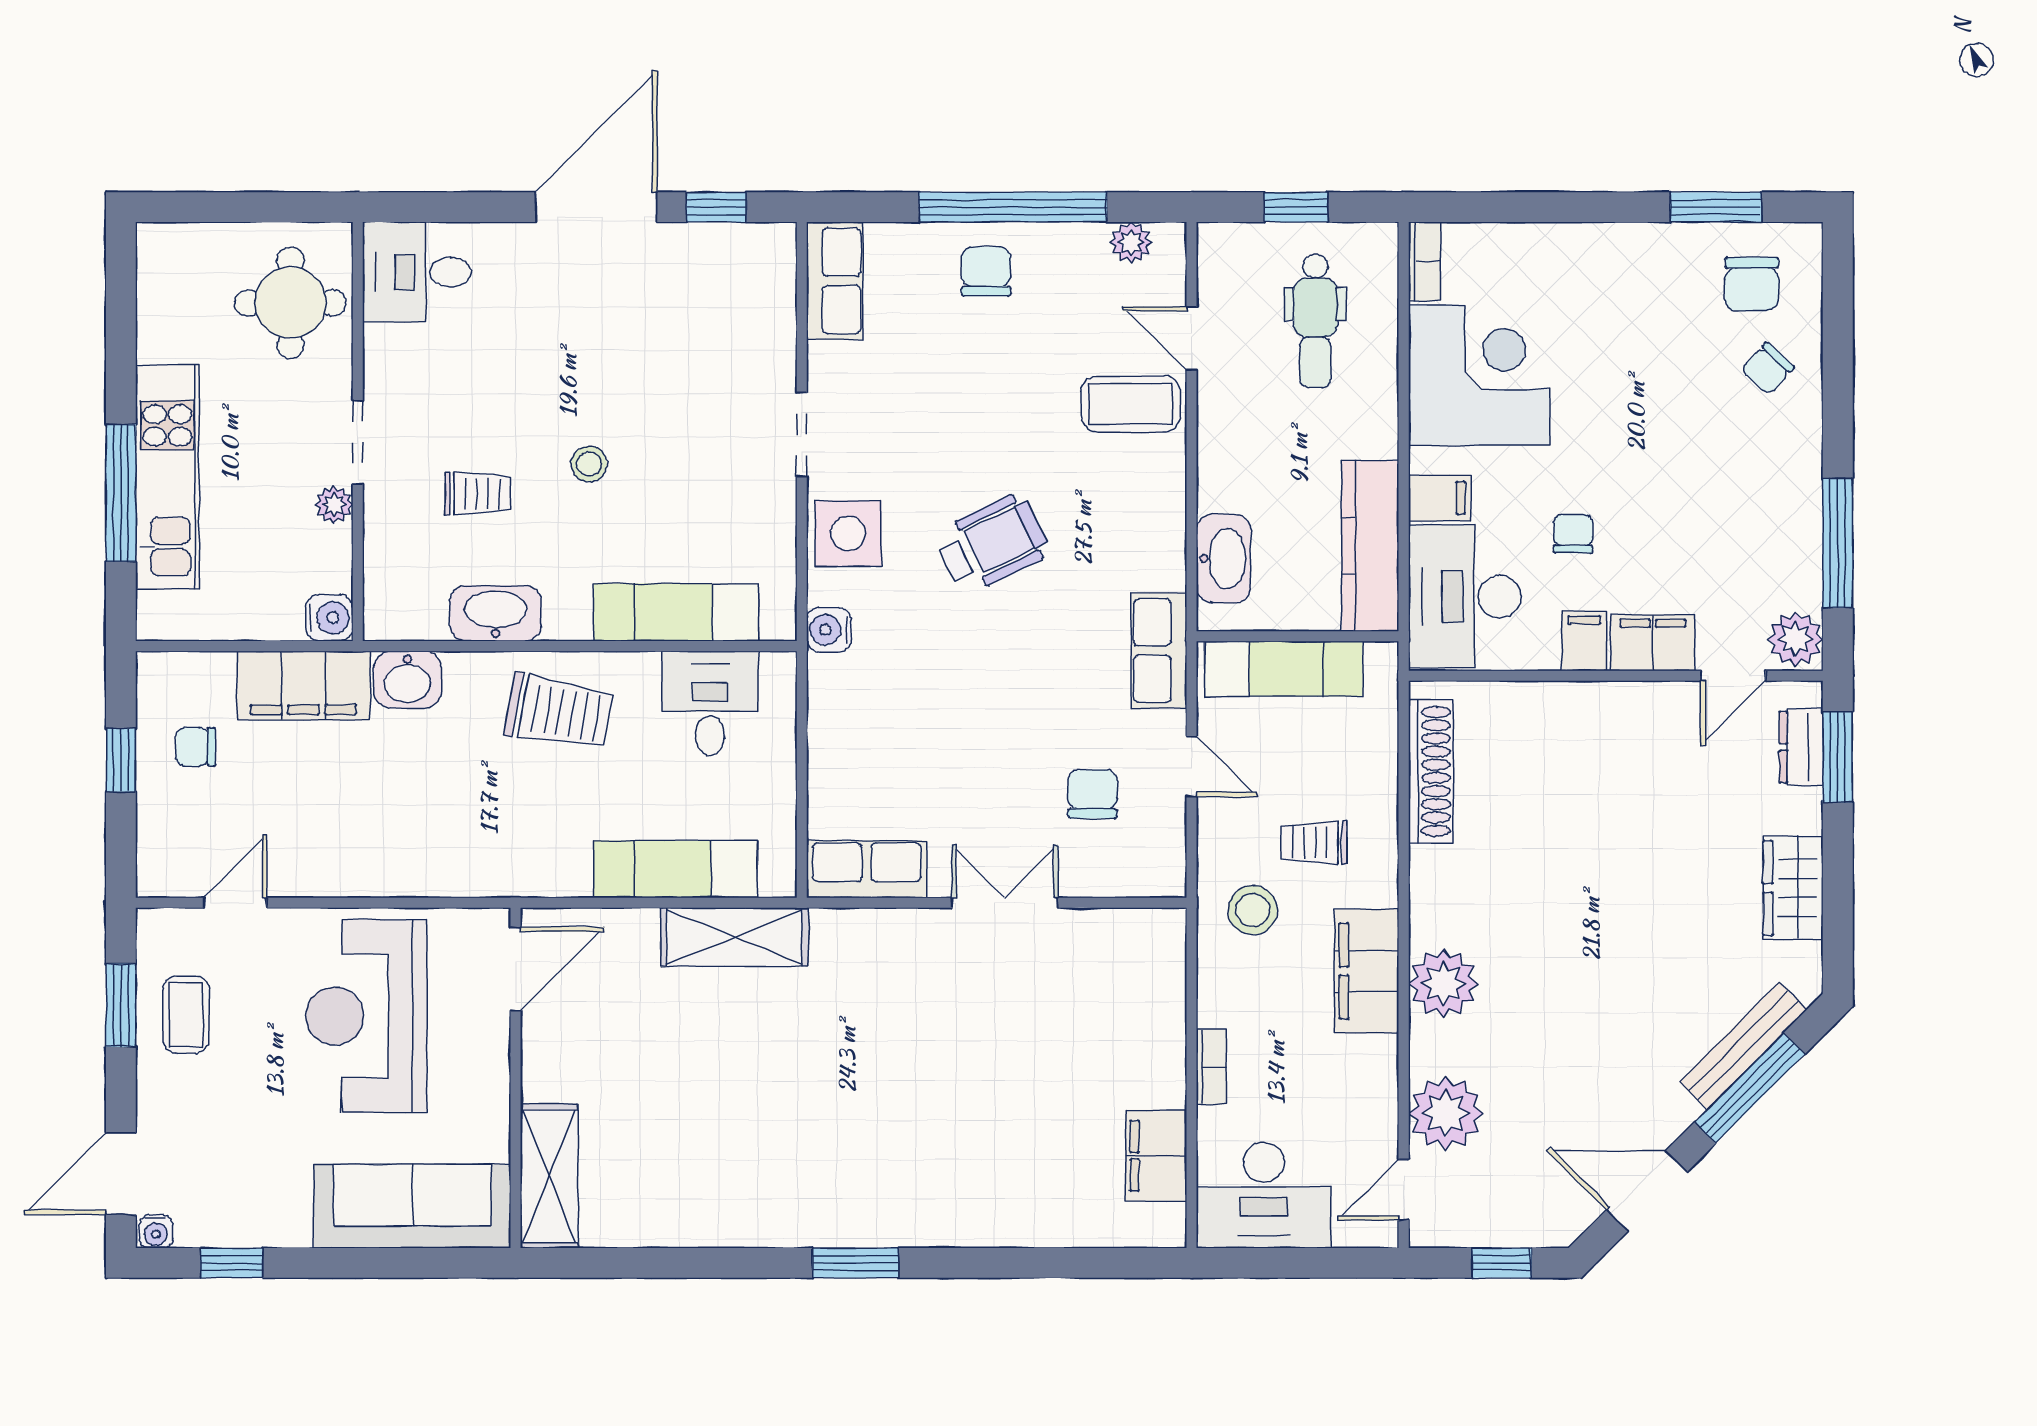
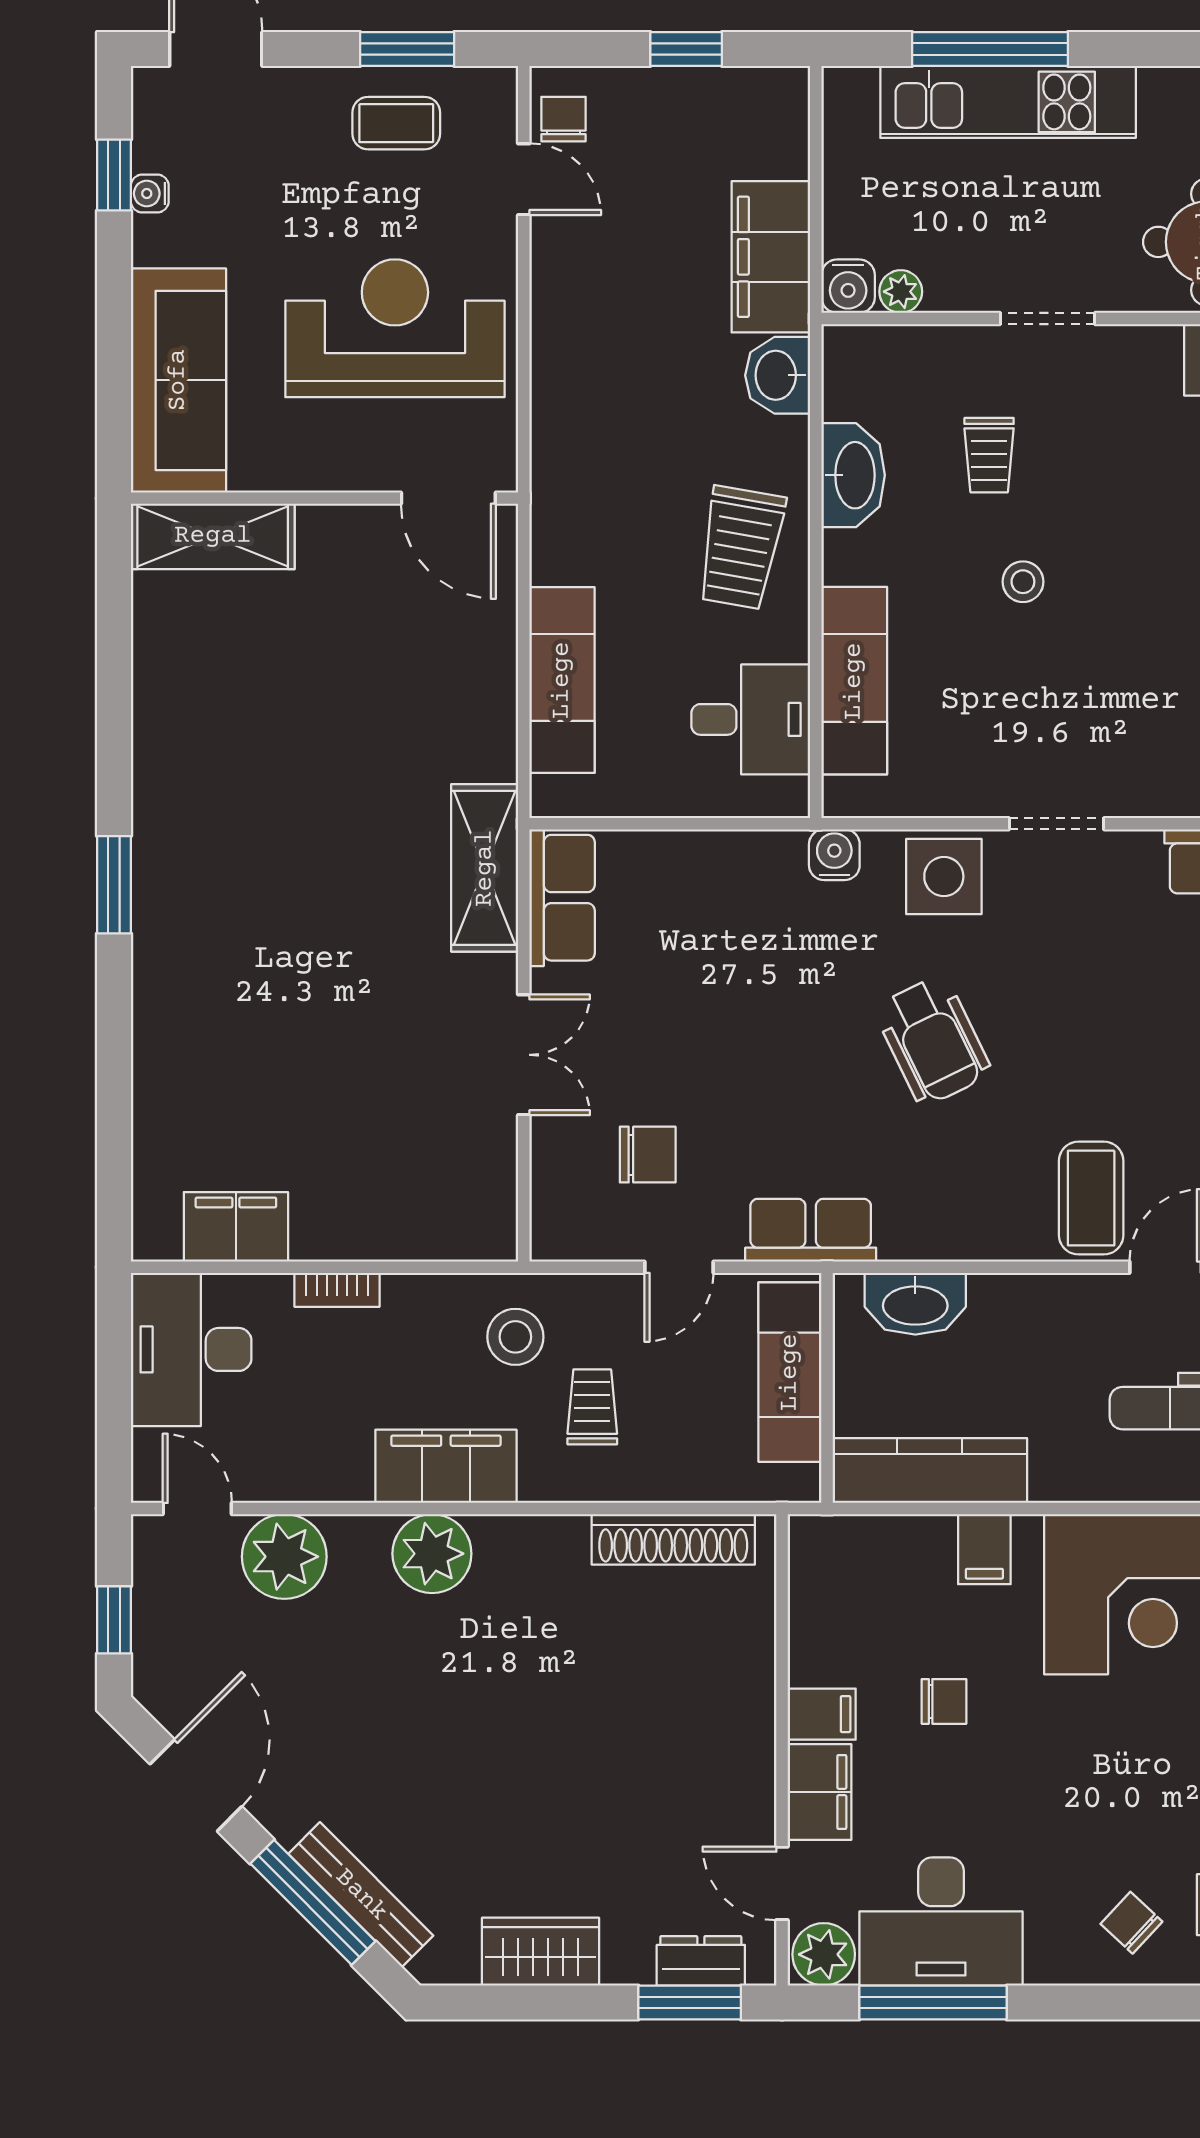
plant: (334, 505) -> (901, 292), moved
desk: (1465, 597) -> (941, 1922), moved, turned 180
chair: (196, 747) -> (564, 119), moved
shelving: (734, 937) -> (485, 868), moved
water cooler: (156, 1231) -> (150, 194), moved

